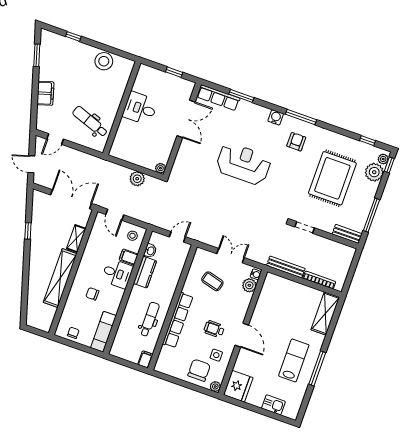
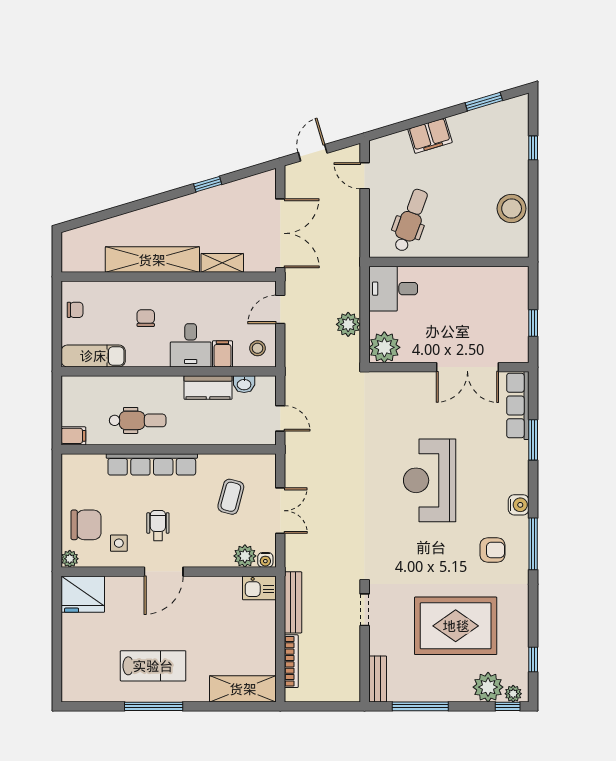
desk: (140, 108) -> (393, 289), moved, turned -90
reception desk: (243, 164) -> (430, 480), turned 180
plant: (160, 168) -> (384, 347), width x1.88, depth x1.88
kitchen sink: (273, 405) -> (259, 588), moved, turned 90

